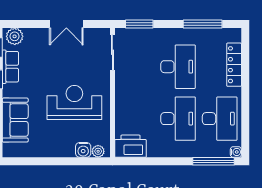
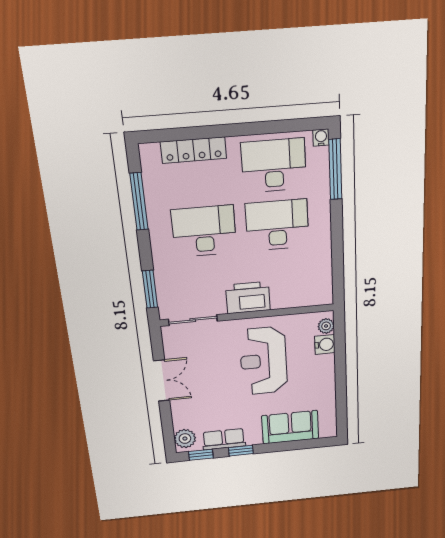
printer: (131, 146) -> (248, 298), moved, turned 90

